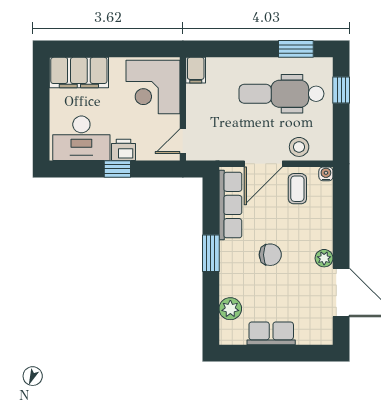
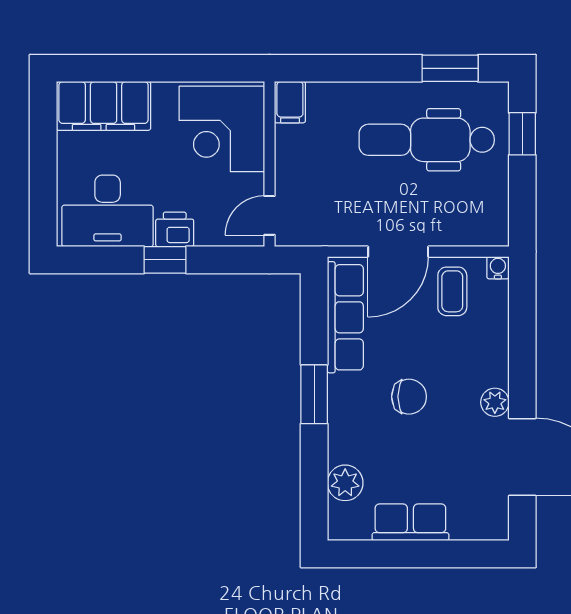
stool: (299, 147) -> (455, 225), removed

